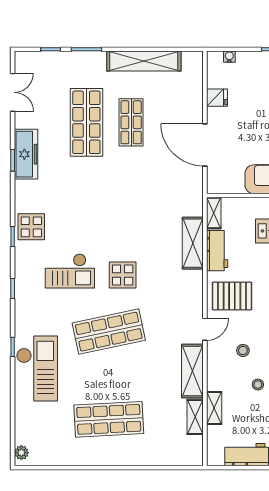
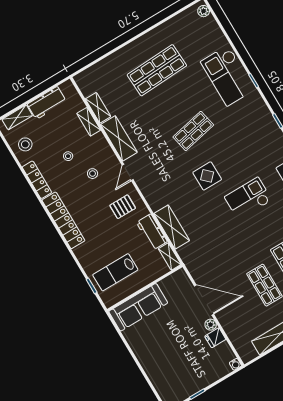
water cooler: (229, 57) -> (235, 364), moved
plant: (214, 115) -> (211, 325), added
checkout: (70, 271) -> (248, 198), moved
pallet: (232, 296) -> (123, 207), width x0.67, depth x0.71
shop shelf: (109, 332) -> (193, 131), width x0.70, depth x0.74

